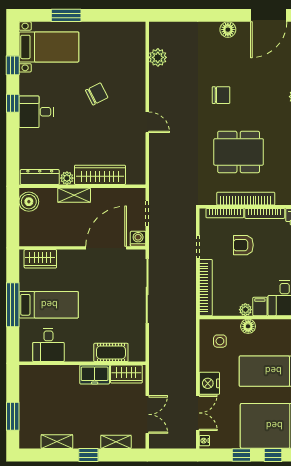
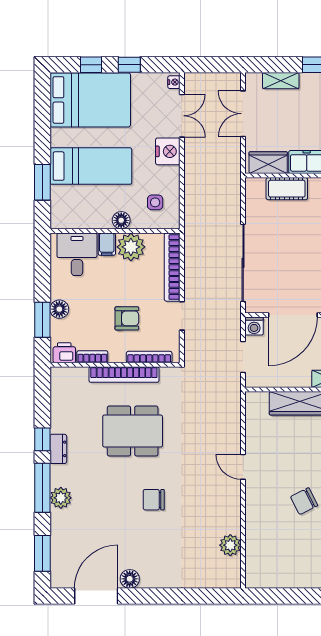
floor lamp: (228, 30) -> (130, 579), moved
bookcase: (265, 213) -> (92, 357), width x0.64
plant: (245, 310) -> (131, 247), width x1.88, depth x1.88
double door: (198, 413) -> (182, 116), swing flipped

